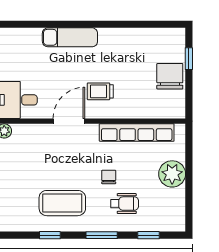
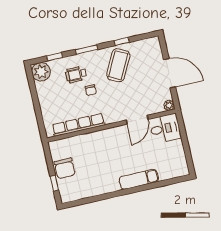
trolley: (100, 91) -> (110, 147), removed
door: (69, 121) -> (137, 120), moved
plant: (172, 174) -> (41, 72), moved
coffee table: (62, 203) -> (118, 65), turned -63

